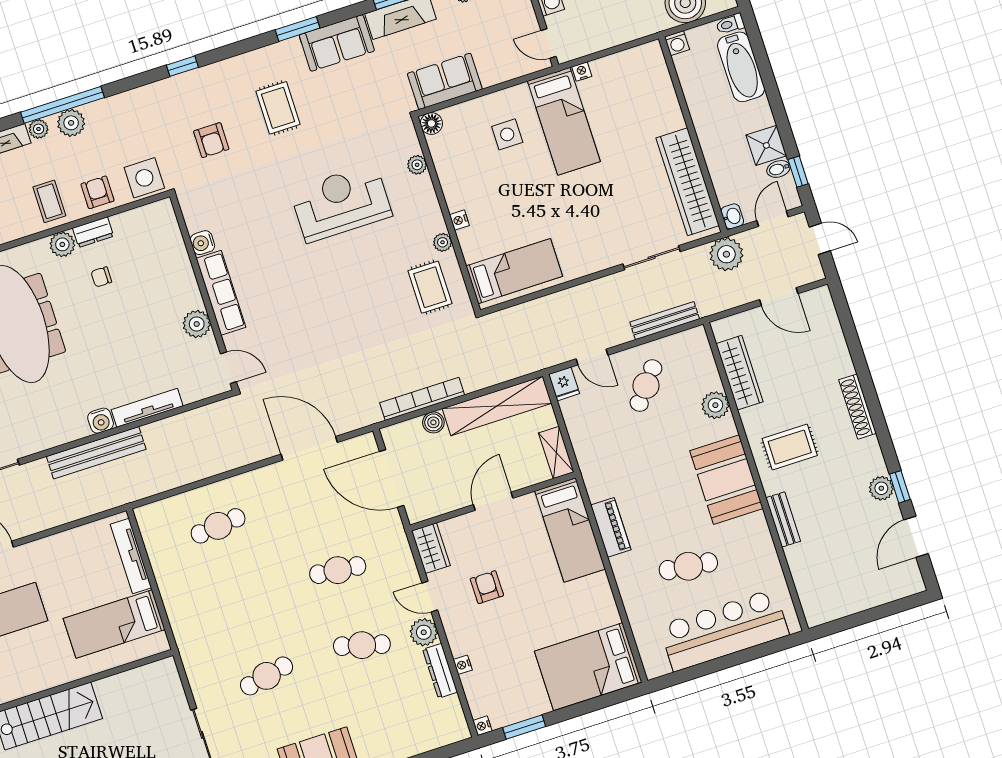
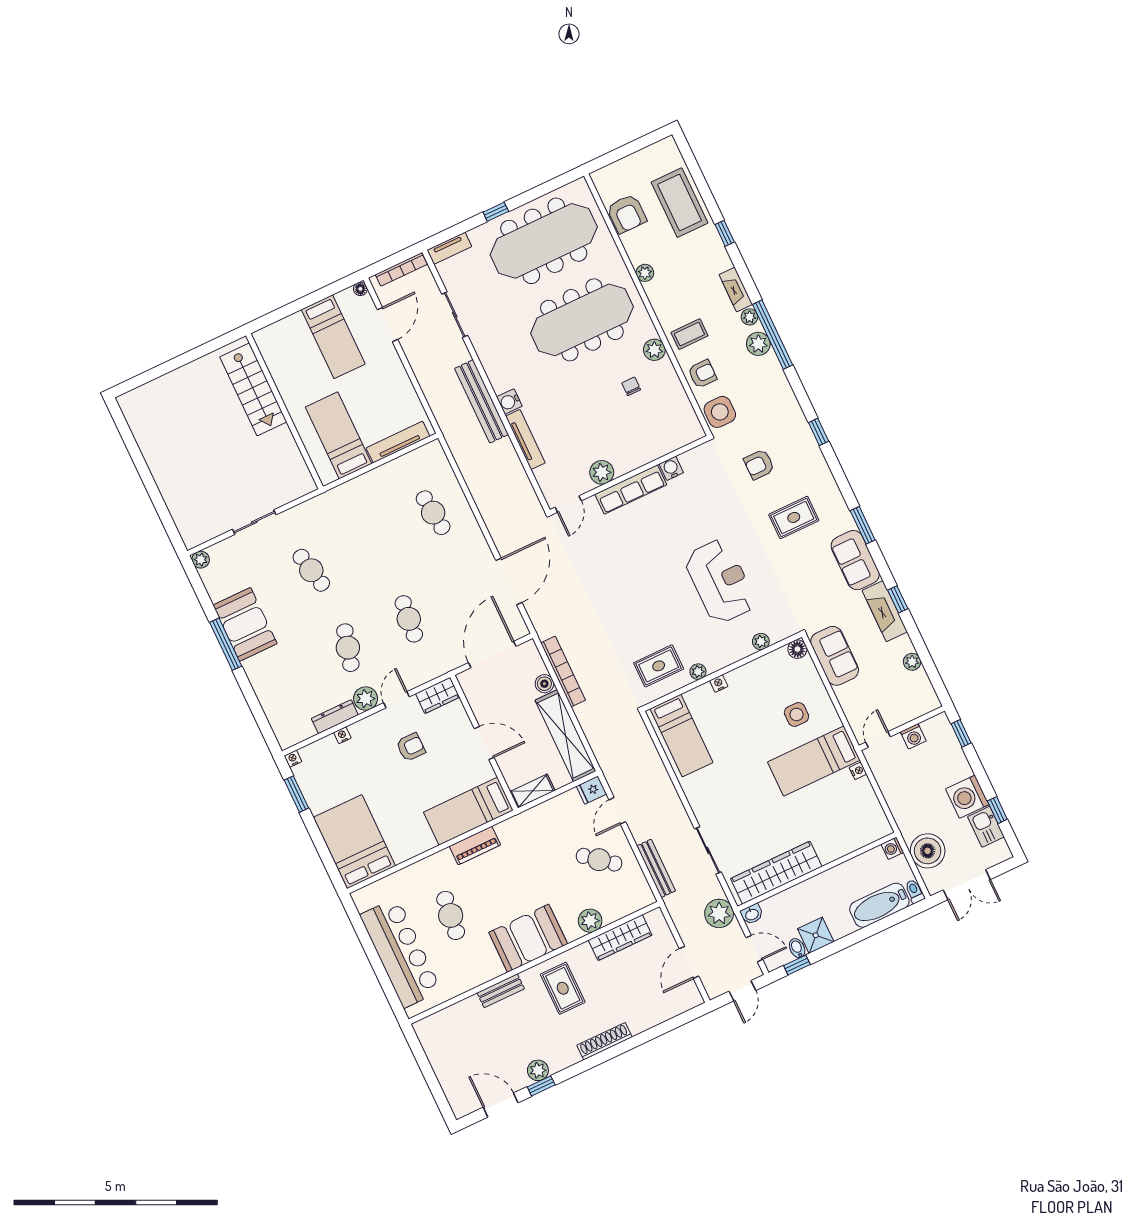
dresser: (93, 232) -> (668, 374), removed

